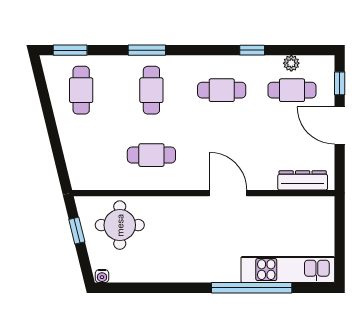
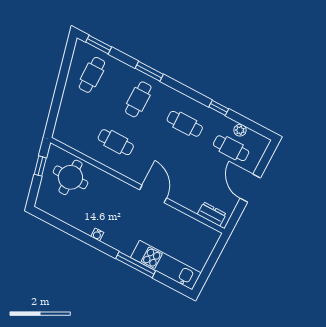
window: (340, 83) -> (265, 160), removed
dresser: (303, 180) -> (212, 214), width x0.70
water cooler: (102, 276) -> (97, 234), moved
window: (252, 288) -> (136, 265), width x0.68

